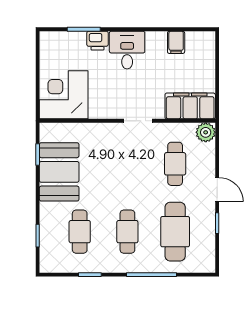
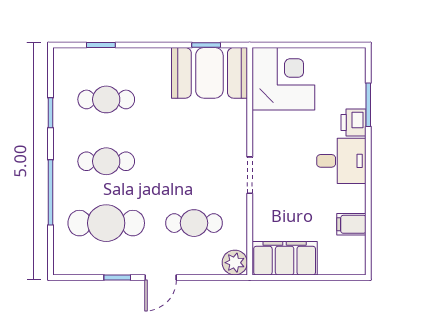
filing cabinet: (190, 106) -> (285, 258), moved, turned -90
booth: (59, 172) -> (209, 73), moved

